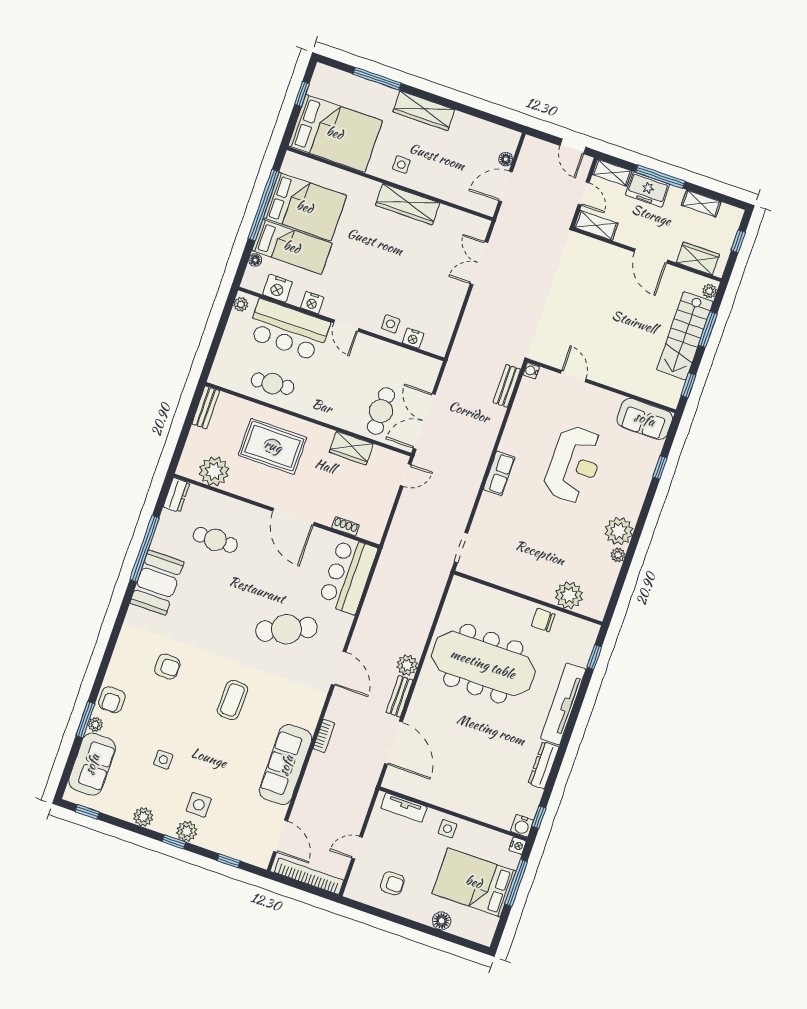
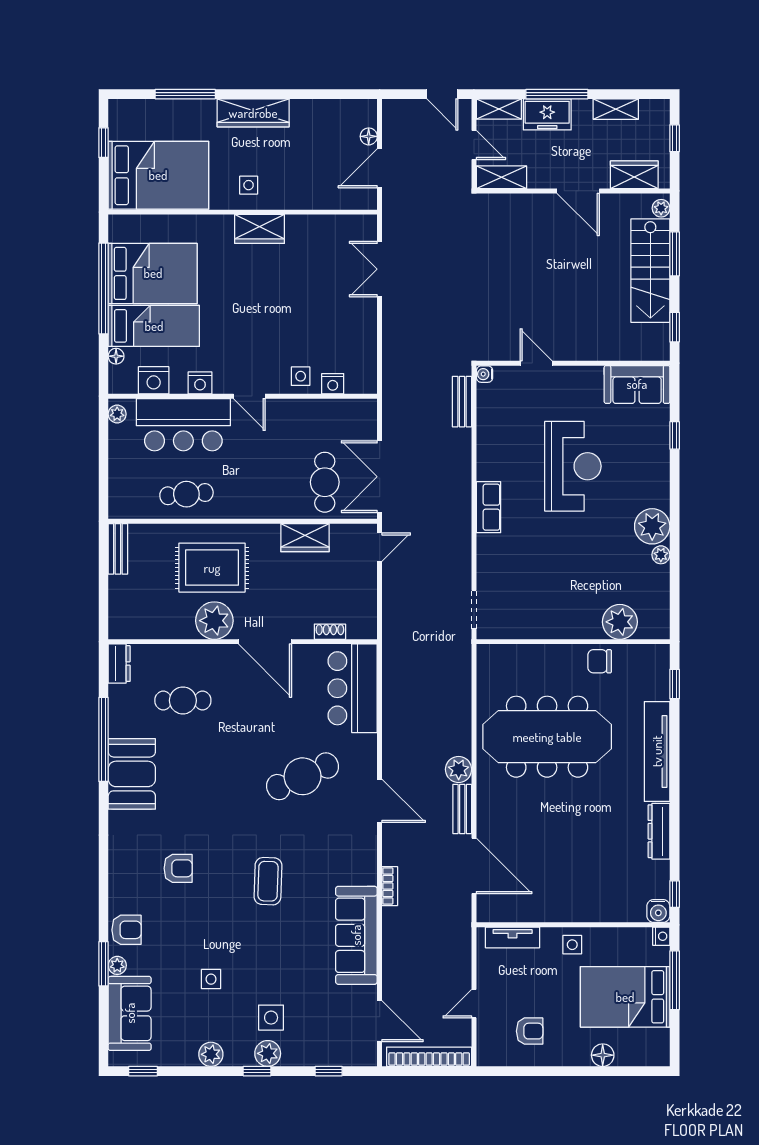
wardrobe: (408, 204) -> (260, 229), width x0.67
plant: (214, 471) -> (214, 621), moved
armchair: (112, 700) -> (126, 930), turned -90

